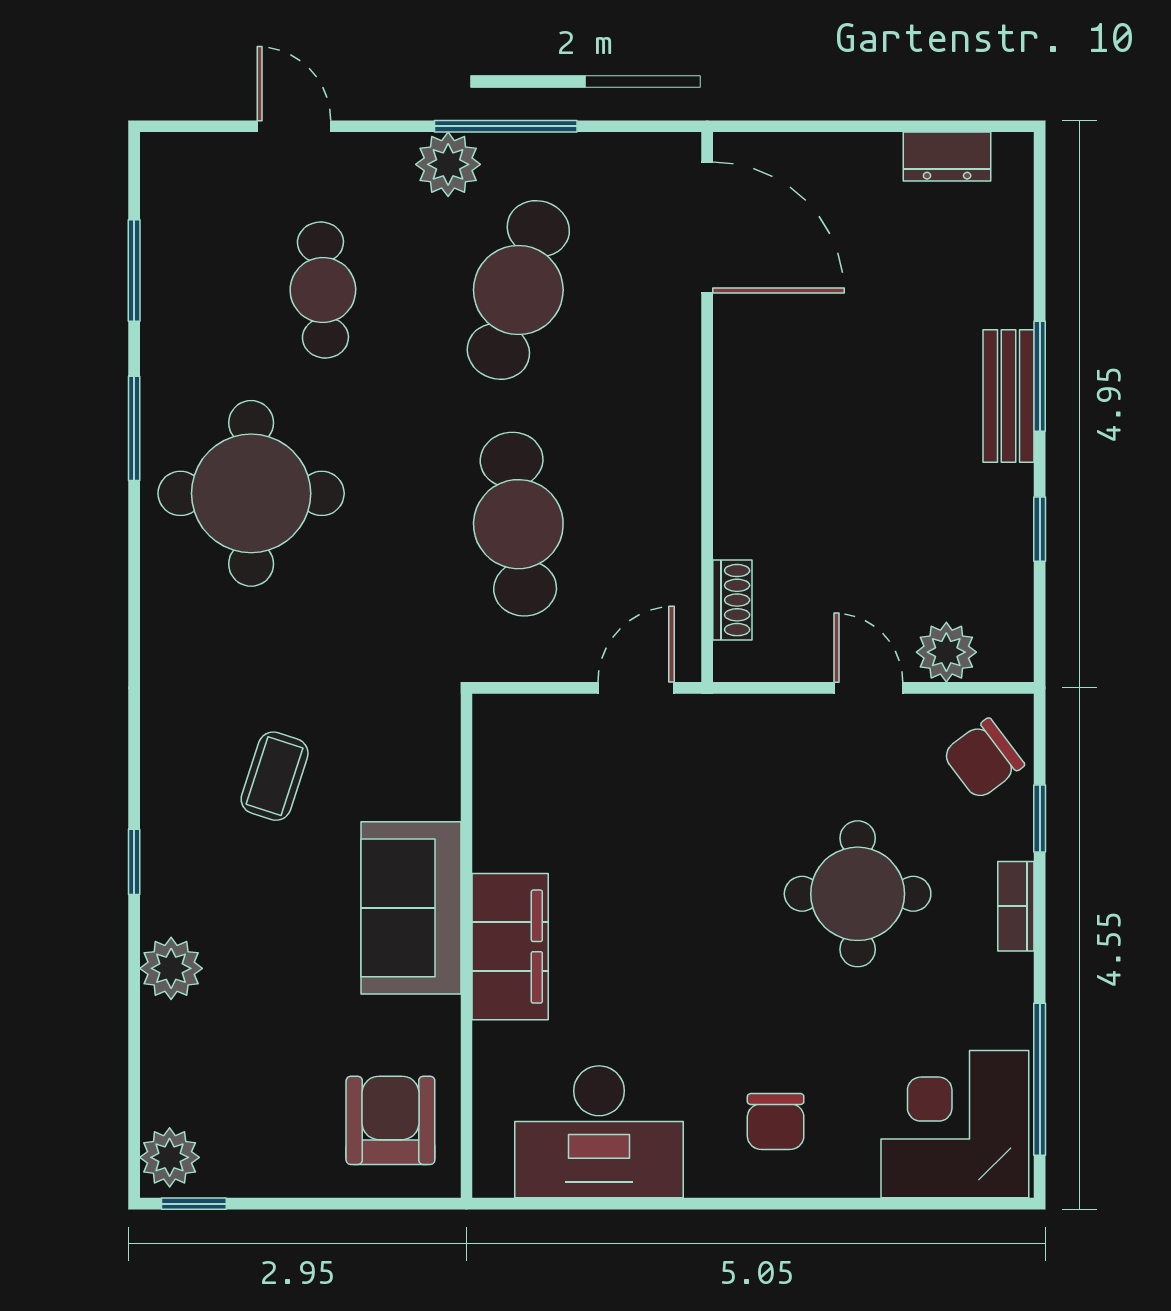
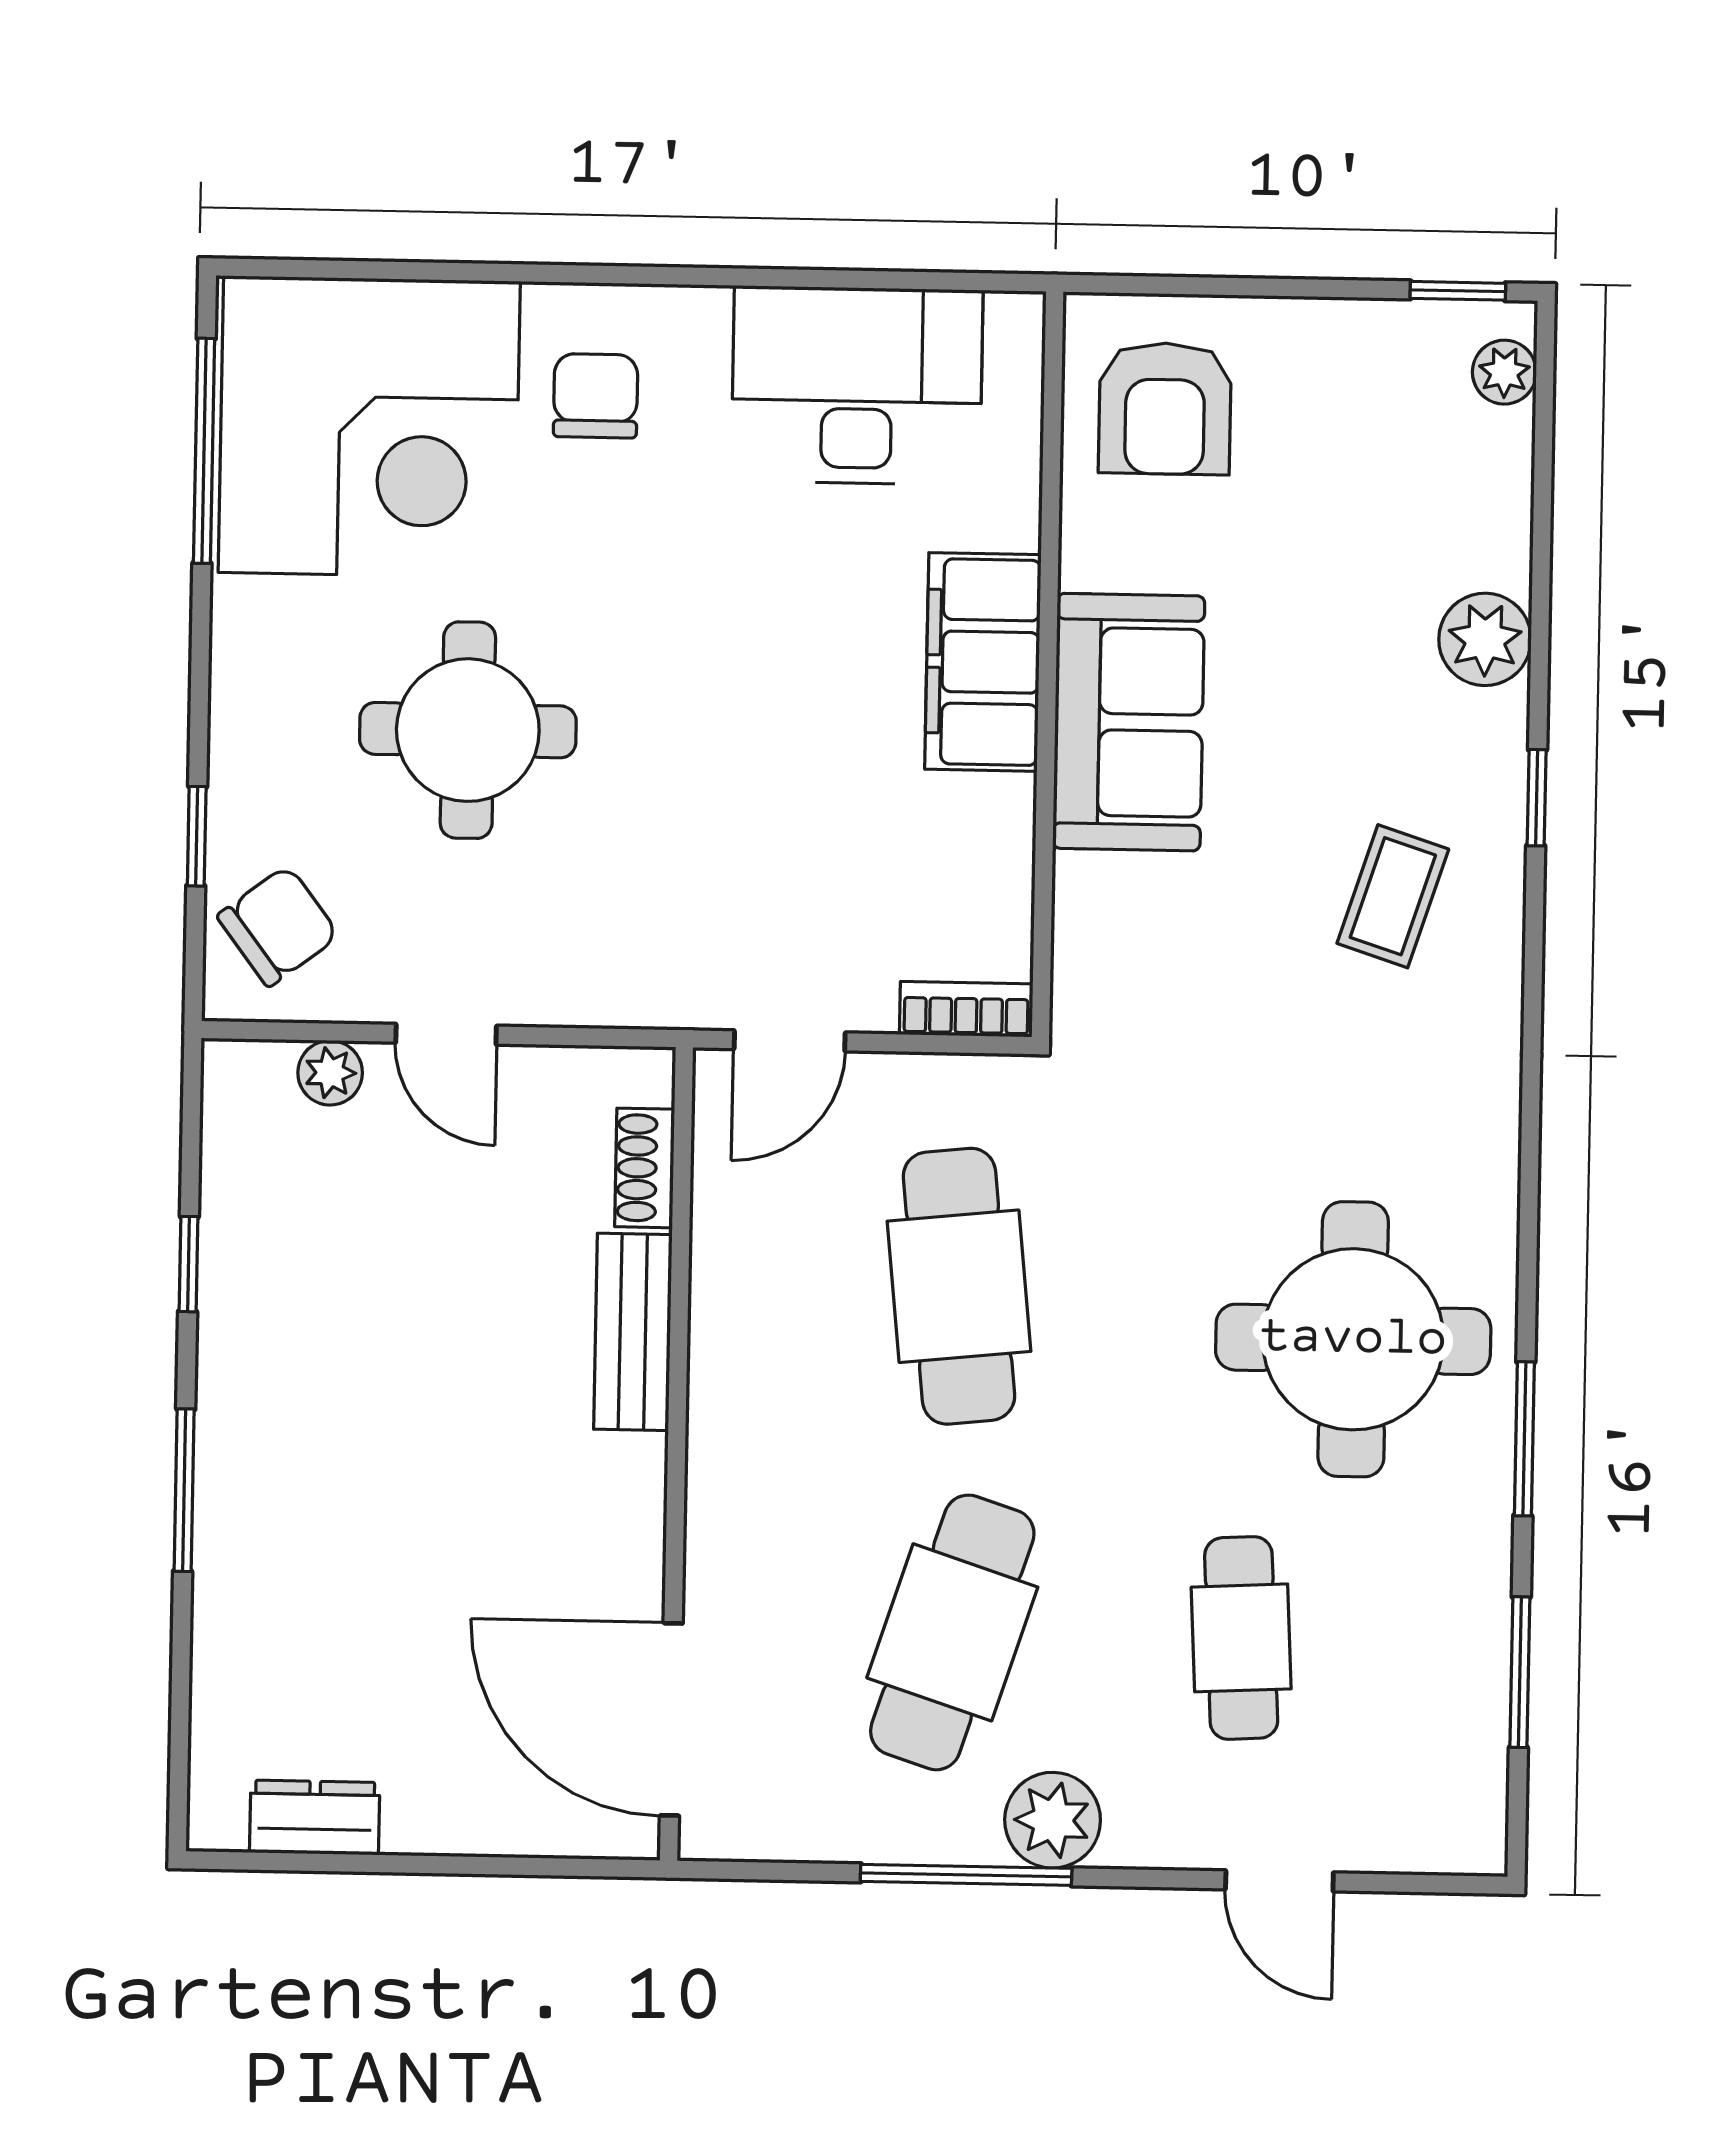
bench: (1009, 396) -> (633, 1332), moved
plant: (946, 652) -> (330, 1073), width x0.73, depth x0.73
coffee table: (275, 776) -> (1393, 896), moved
bookcase: (1016, 906) -> (966, 1009), moved, turned -90
corner desk: (955, 1124) -> (369, 427), width x1.36, depth x1.36
plant: (170, 1157) -> (1504, 372), width x0.73, depth x0.73

